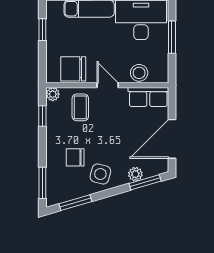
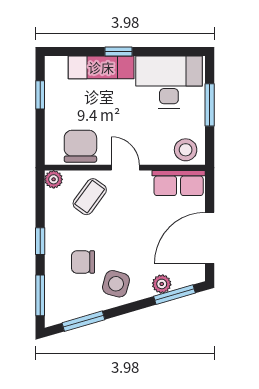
chair: (73, 69) -> (80, 146), turned 90
stool: (139, 73) -> (186, 150), moved
coffee table: (80, 107) -> (90, 197), turned 36
window: (42, 116) -> (40, 241), moved

